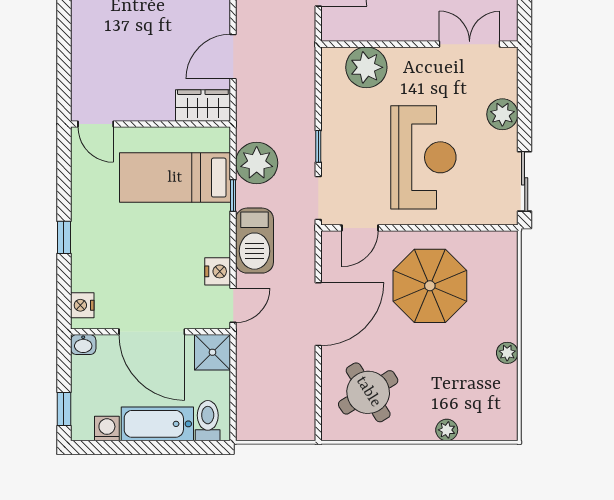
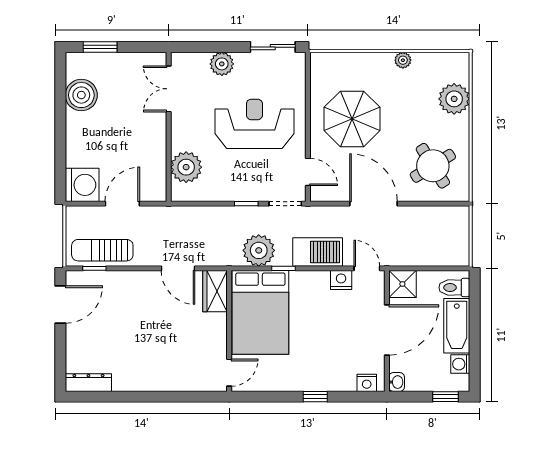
bed: (175, 178) -> (260, 312), width x1.50
plant: (447, 430) -> (454, 99), width x1.88, depth x1.88

